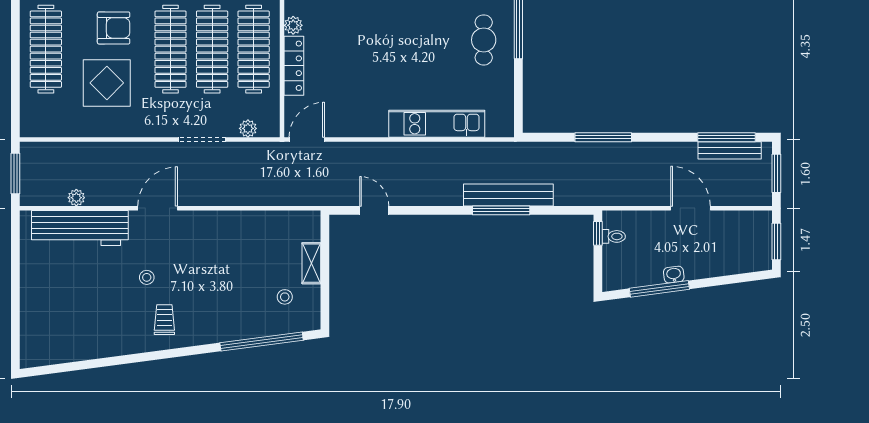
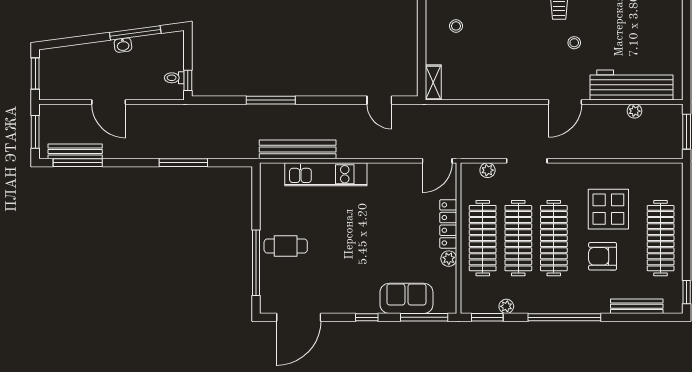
cafe table: (484, 40) -> (286, 246), turned 90
bench: (508, 195) -> (298, 149), moved
shelving: (311, 263) -> (433, 82), moved

